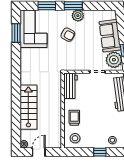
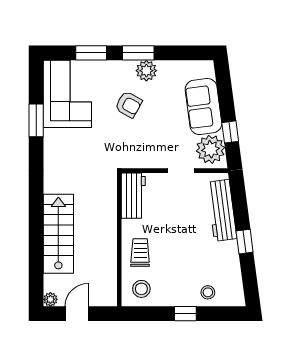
window: (16, 33) -> (36, 120), moved

